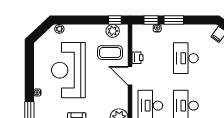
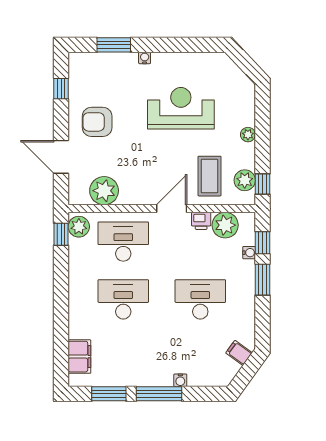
plant: (59, 29) -> (248, 135), moved
plant: (140, 43) -> (225, 225), added
reception desk: (68, 70) -> (181, 108), width x0.74, depth x0.77

